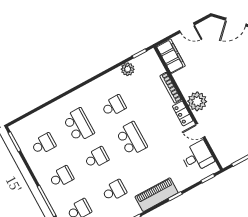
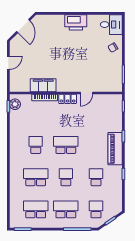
filing cabinet: (171, 56) -> (43, 85), moved
plant: (128, 69) -> (15, 104), moved
plant: (197, 101) -> (65, 84), removed
school desk: (44, 144) -> (36, 209), width x1.85
desk: (197, 157) -> (104, 105), removed
school desk: (61, 177) -> (66, 209), width x1.85

